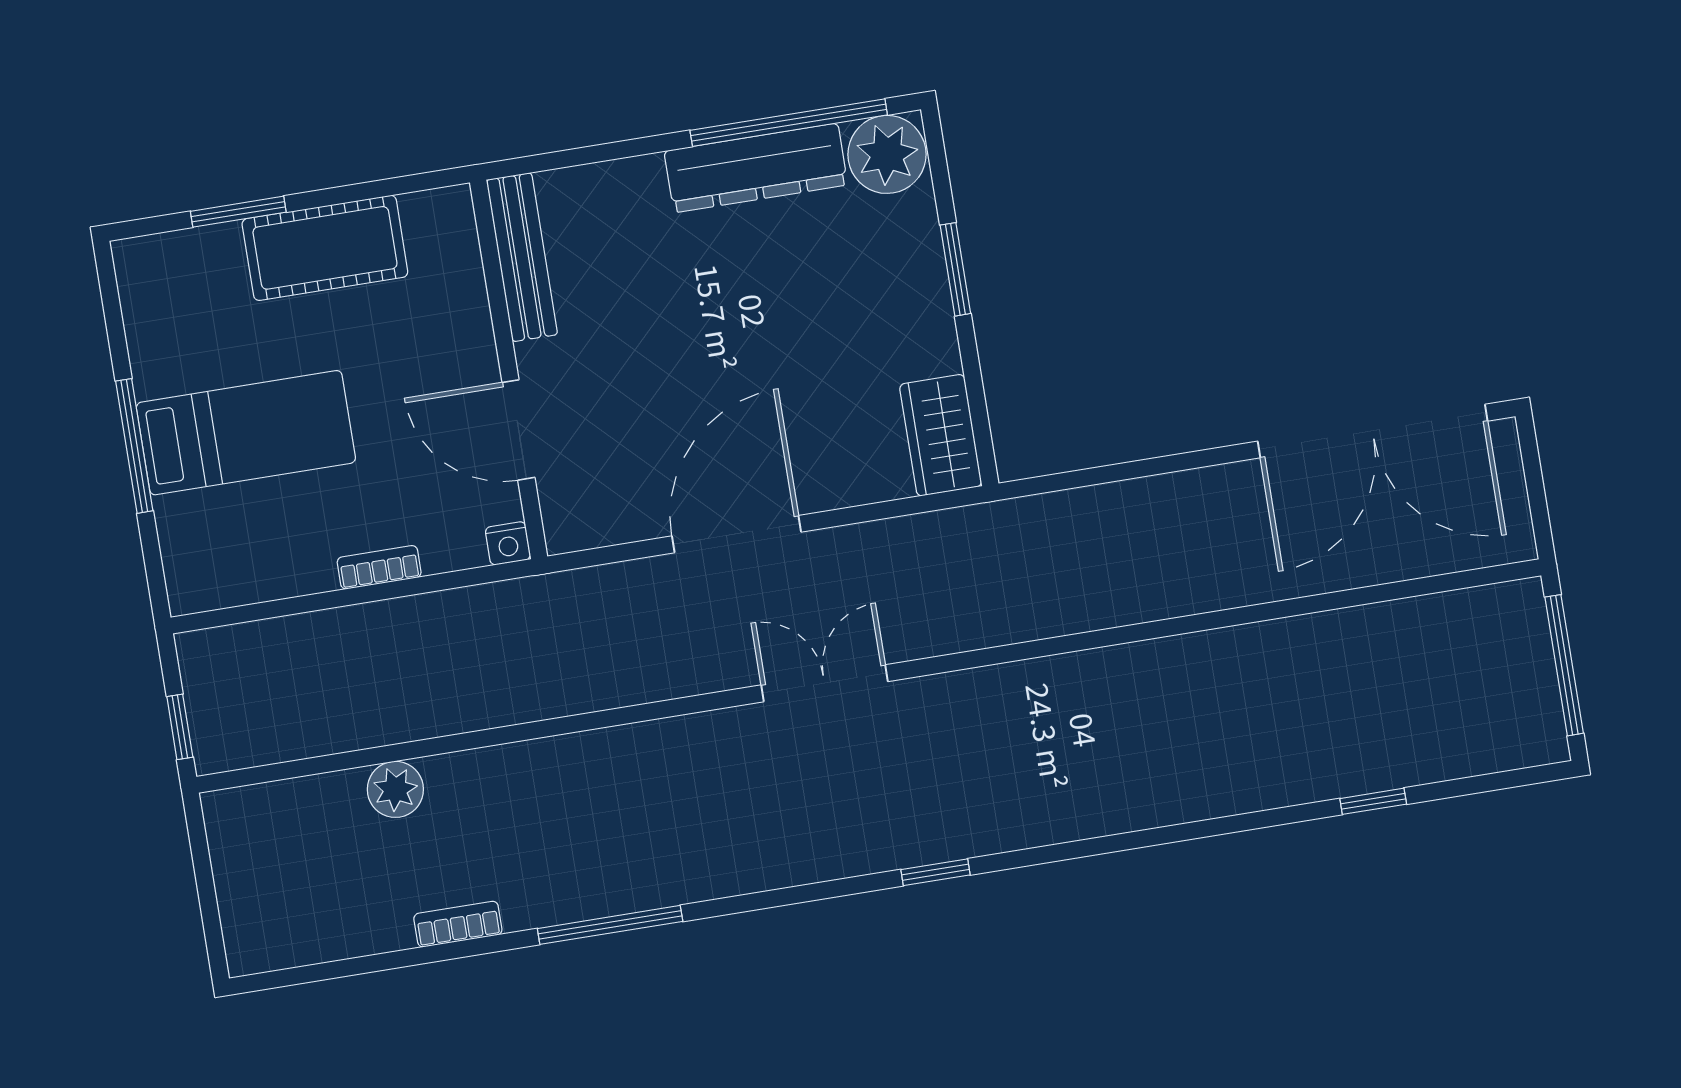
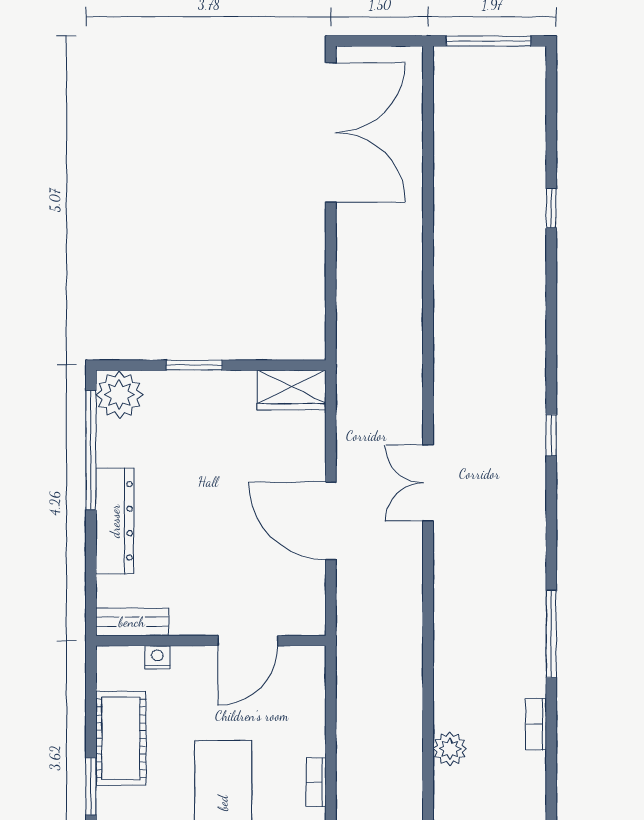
dresser: (756, 168) -> (115, 521), moved
bench: (522, 257) -> (132, 622), width x0.73
nightstand: (508, 543) -> (157, 657), moved, turned -90
bookcase: (379, 567) -> (316, 782), moved
window: (1373, 801) -> (551, 208), moved

